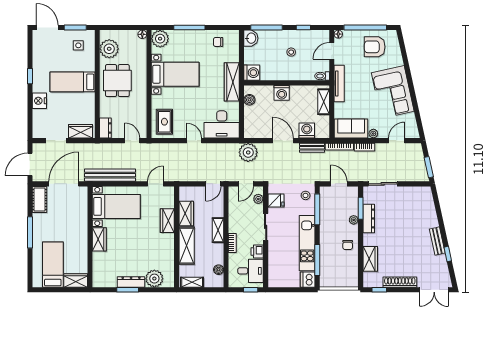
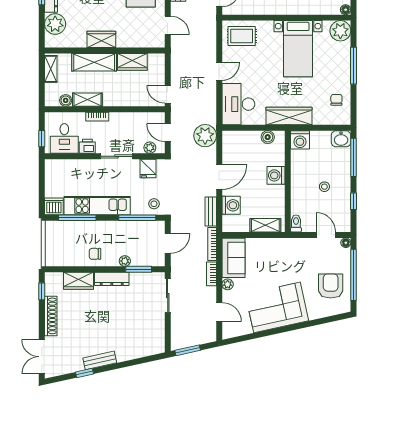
tv unit: (339, 84) -> (287, 244), removed
dresser: (369, 218) -> (112, 279), moved
wardrobe: (167, 221) -> (101, 39), moved
shelving: (218, 230) -> (87, 100), moved

